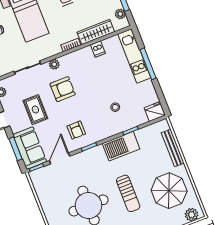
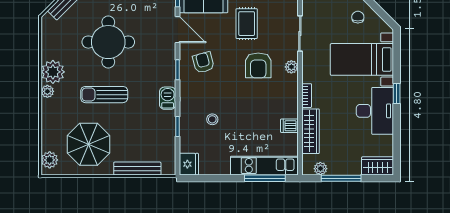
window: (148, 64) -> (265, 178), moved
rug: (35, 110) -> (247, 24), turned 90
armchair: (76, 130) -> (203, 63), turned 75
barbecue: (121, 146) -> (168, 98), width x0.53, depth x0.65

